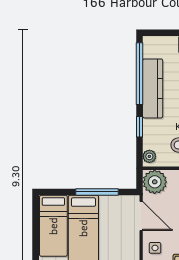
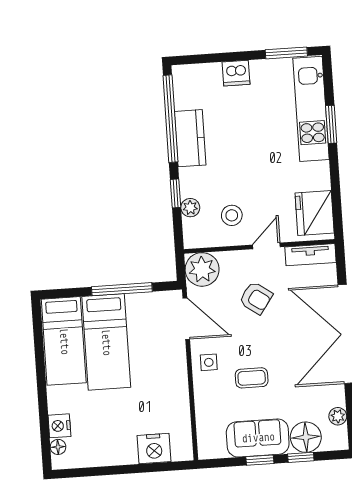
kitchen counter: (153, 88) -> (190, 138), width x0.67
plant: (149, 156) -> (190, 208), moved

